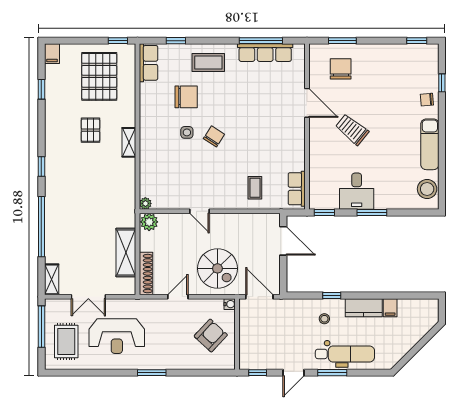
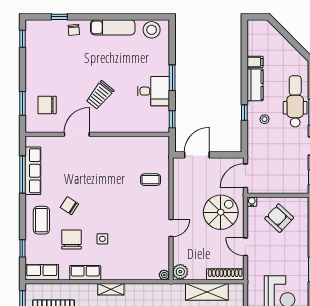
chair: (214, 136) -> (69, 206), moved
row of seats: (297, 189) -> (85, 273), moved, turned 180

